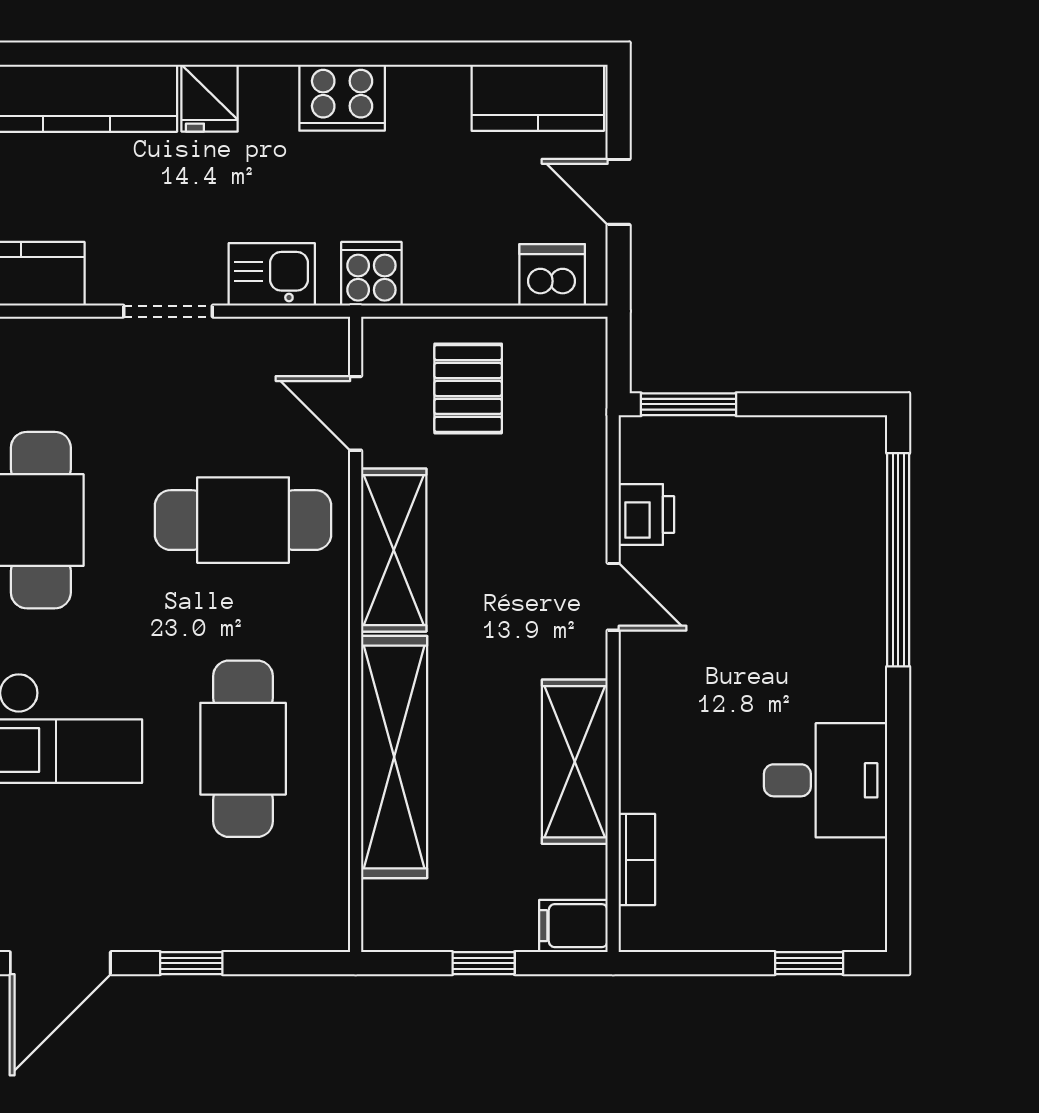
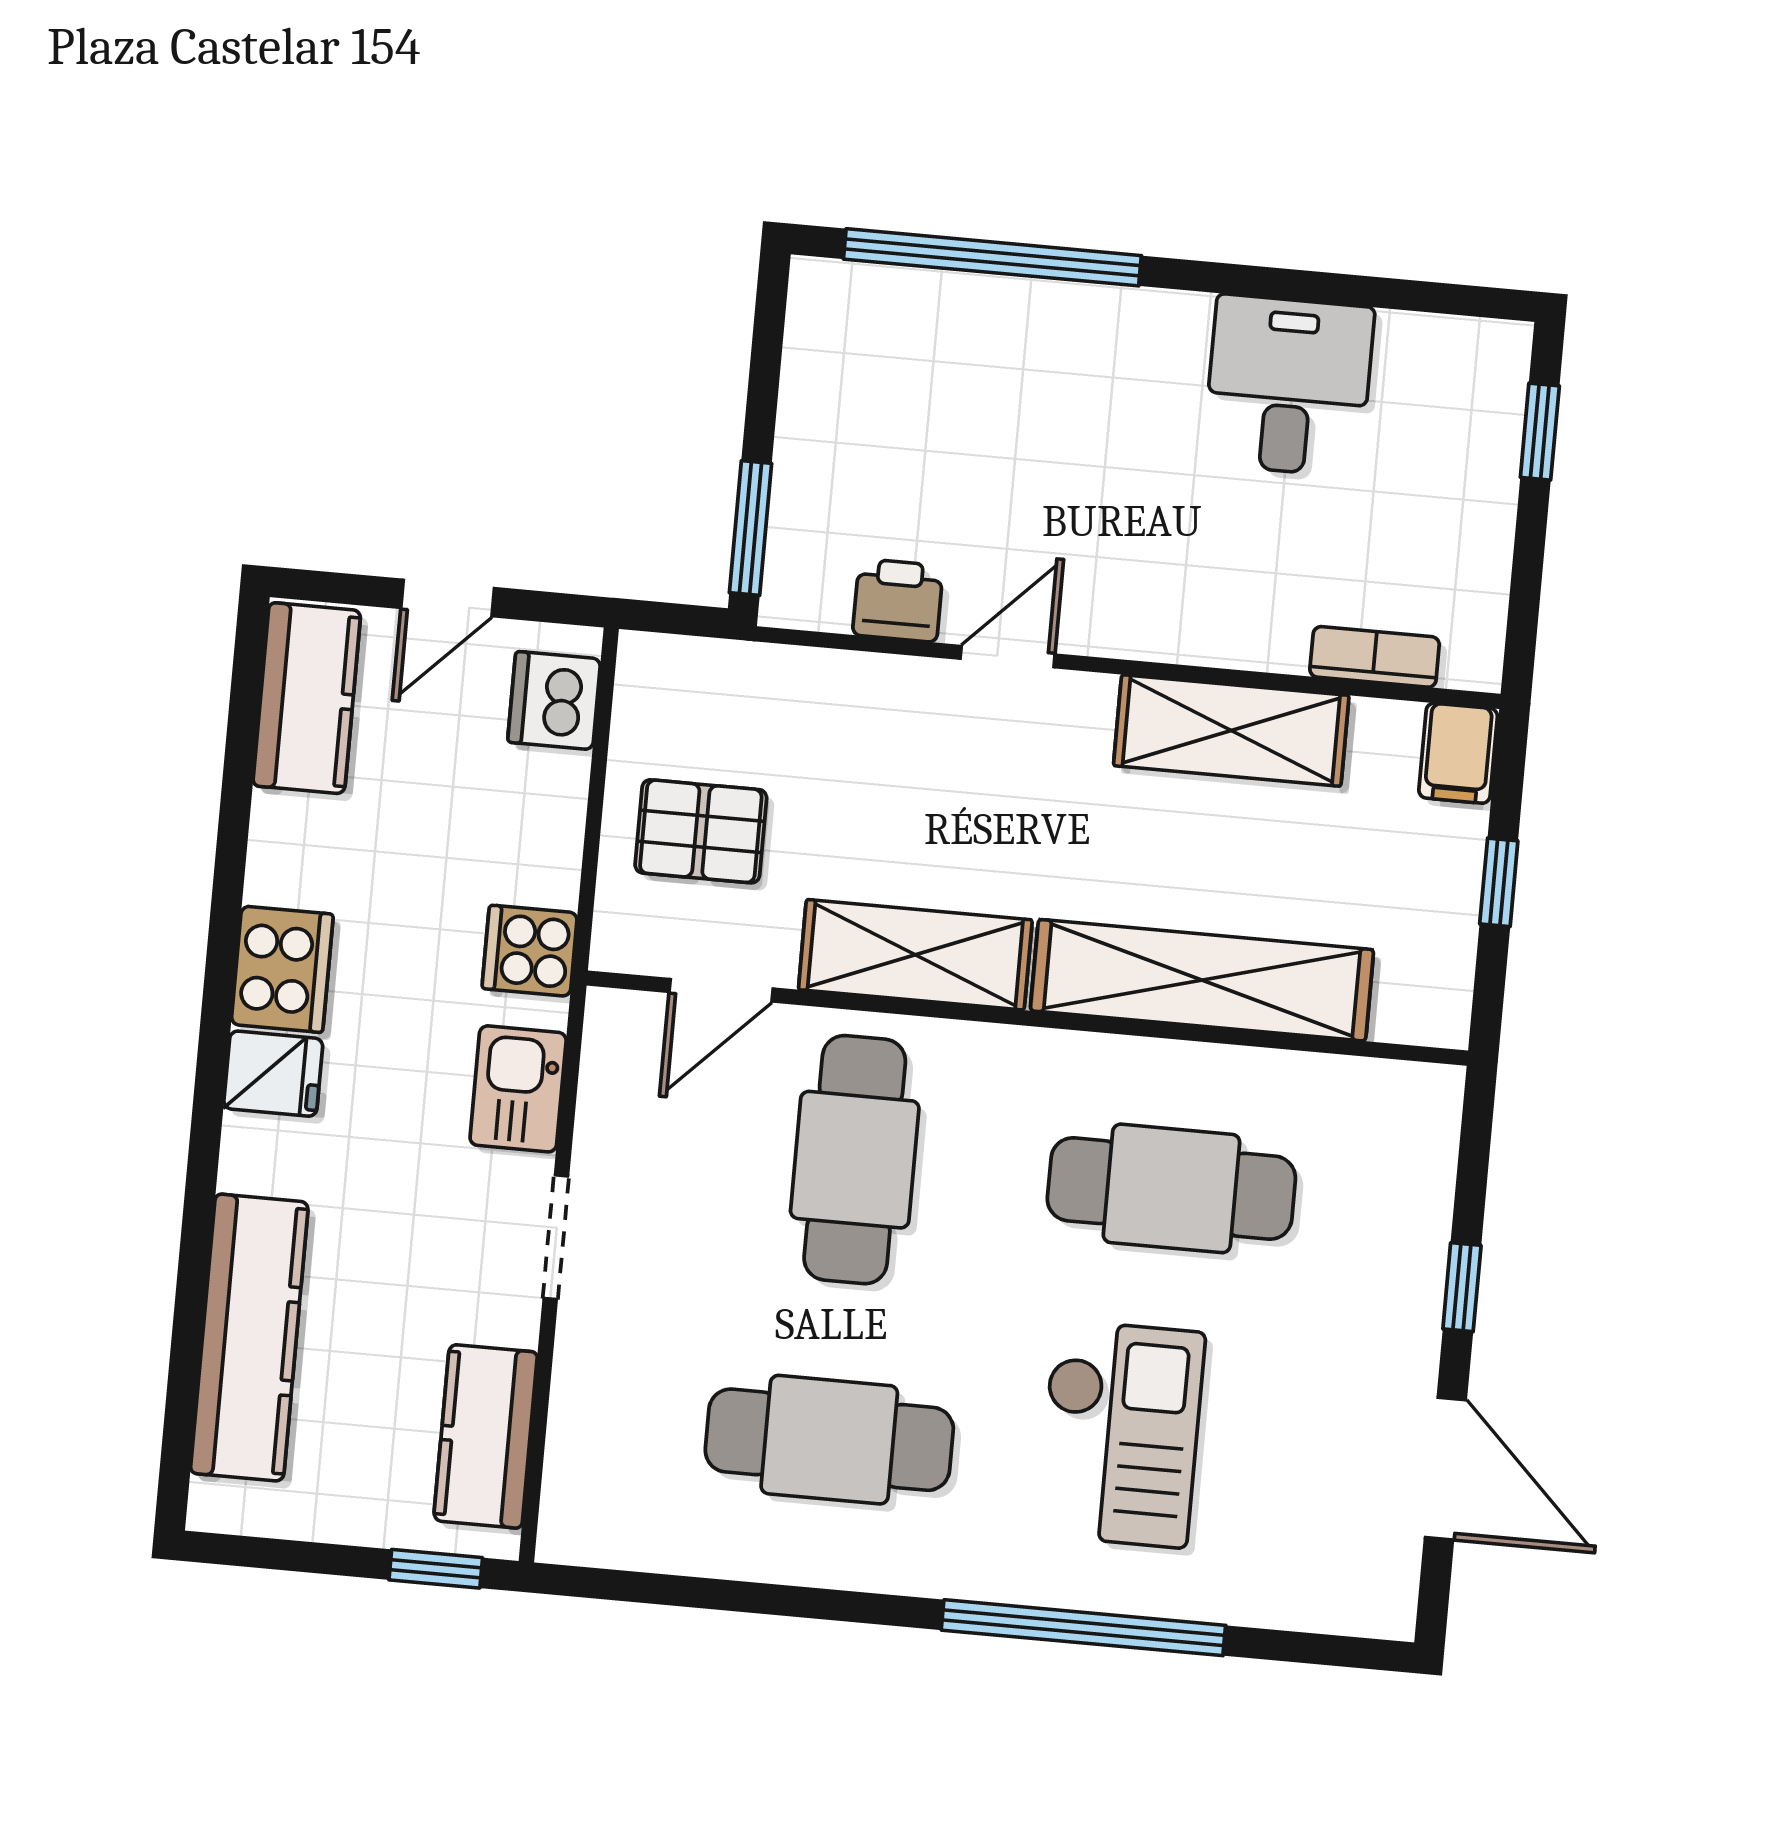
fridge: (210, 98) -> (273, 1074), moved

